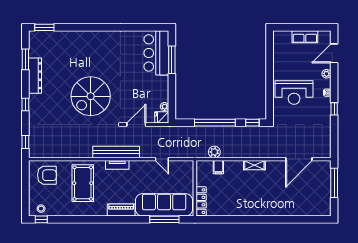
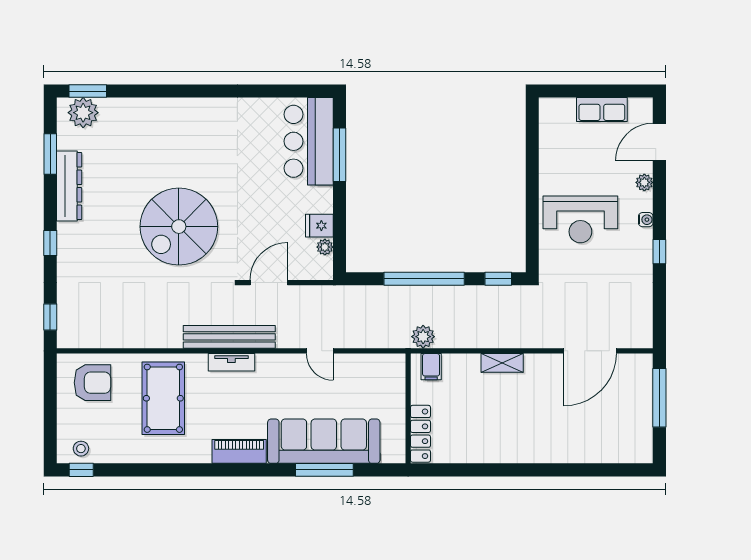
plant: (42, 38) -> (83, 113), added
fridge: (162, 117) -> (319, 226), moved
wall: (195, 188) -> (408, 408), moved
locker: (201, 201) -> (420, 434), moved

